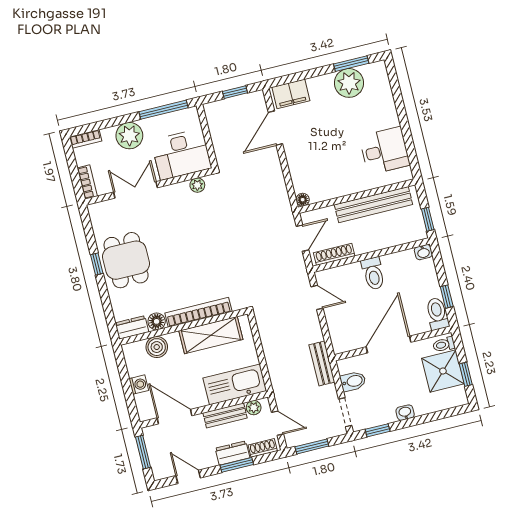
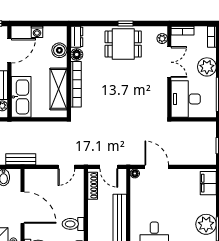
door: (275, 128) -> (157, 167), moved
plant: (197, 185) -> (162, 39), moved
toilet: (373, 274) -> (73, 224), moved

